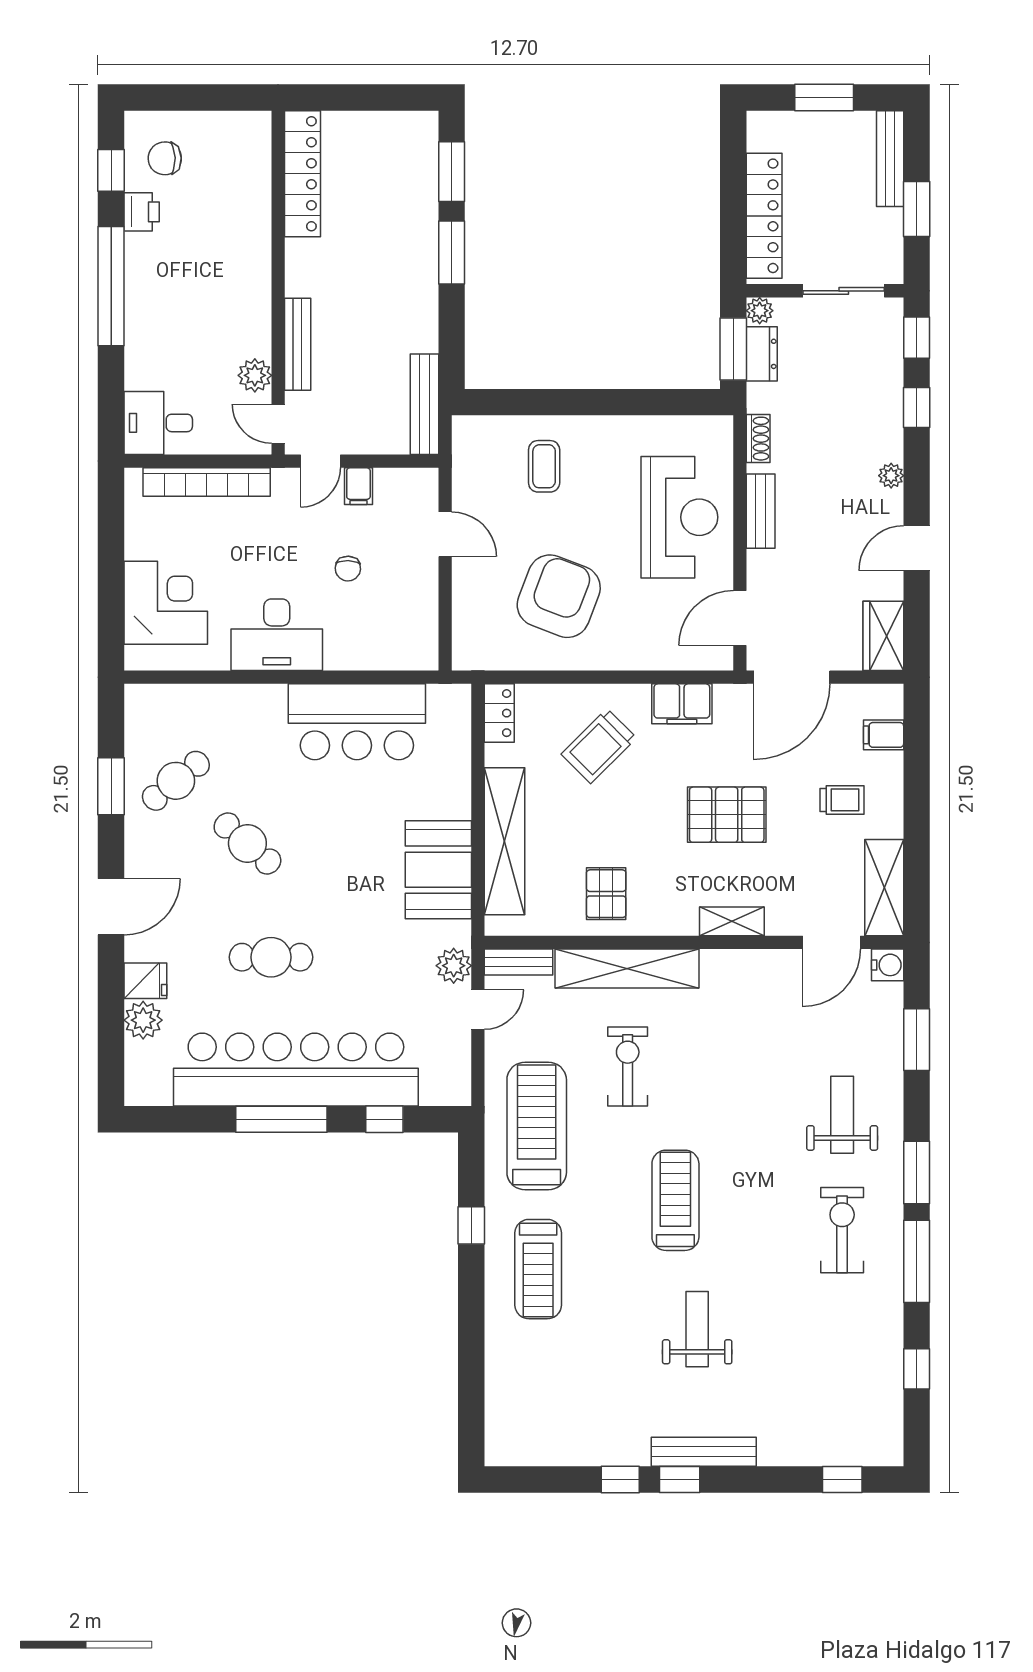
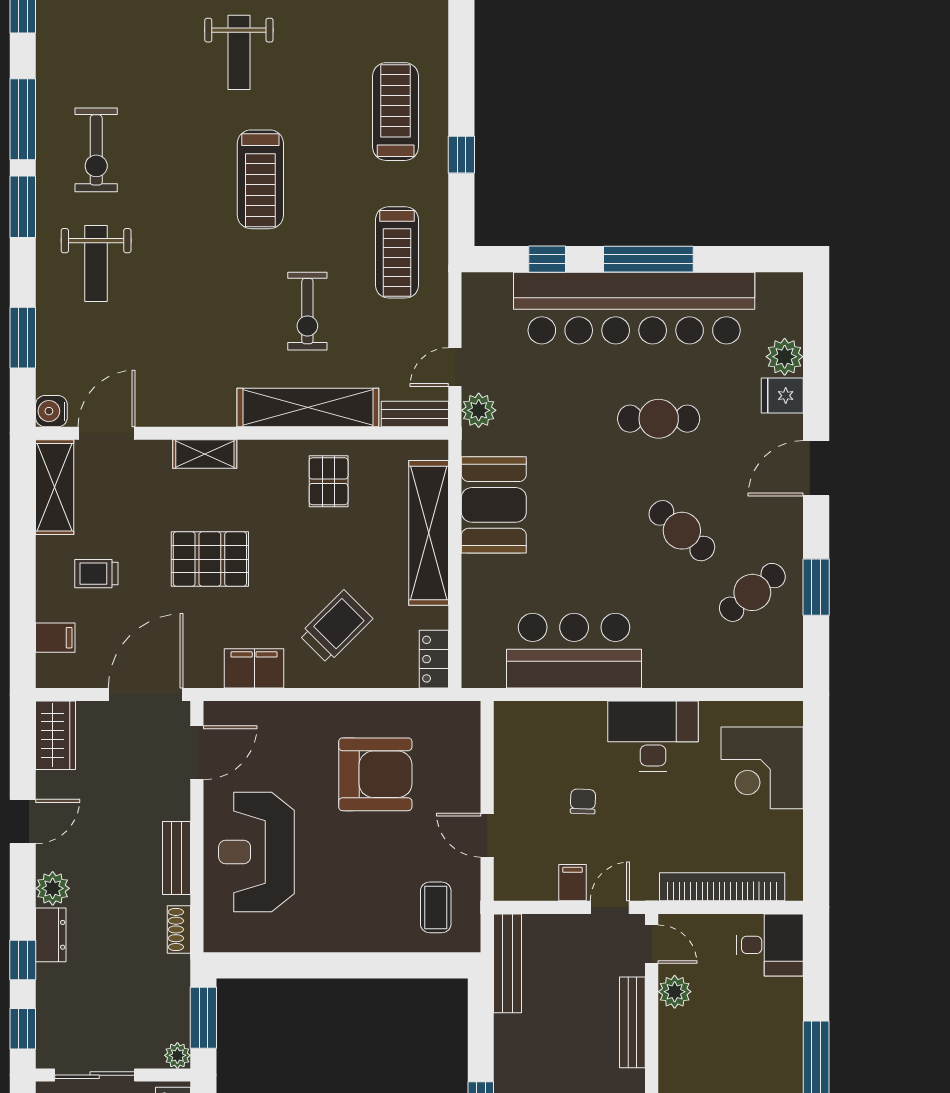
dresser: (762, 354) -> (51, 935), moved, turned 180
coffee table: (544, 466) -> (436, 907), moved
plant: (891, 476) -> (53, 888), width x1.38, depth x1.38
armchair: (559, 596) -> (375, 774), turned -111
treadmill: (537, 1126) -> (397, 252), width x0.73, depth x0.73

